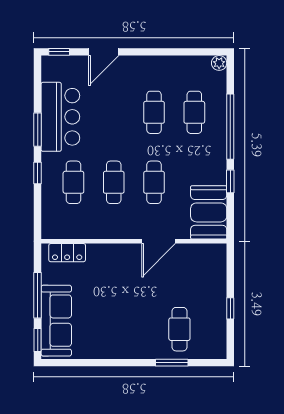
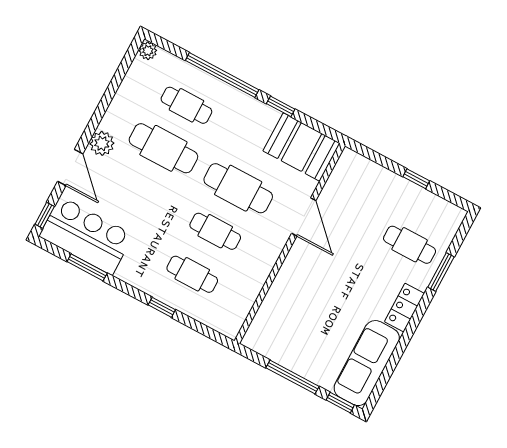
plant: (134, 66) -> (102, 143), added
cafe table: (154, 112) -> (163, 148), width x1.37, depth x1.35
bar counter: (60, 117) -> (86, 236), moved
window: (38, 130) -> (87, 267), moved
cafe table: (154, 182) -> (238, 188), width x1.37, depth x1.35
locker: (67, 253) -> (404, 308), moved, turned 180
sofa: (56, 321) -> (367, 363), moved, turned -90

